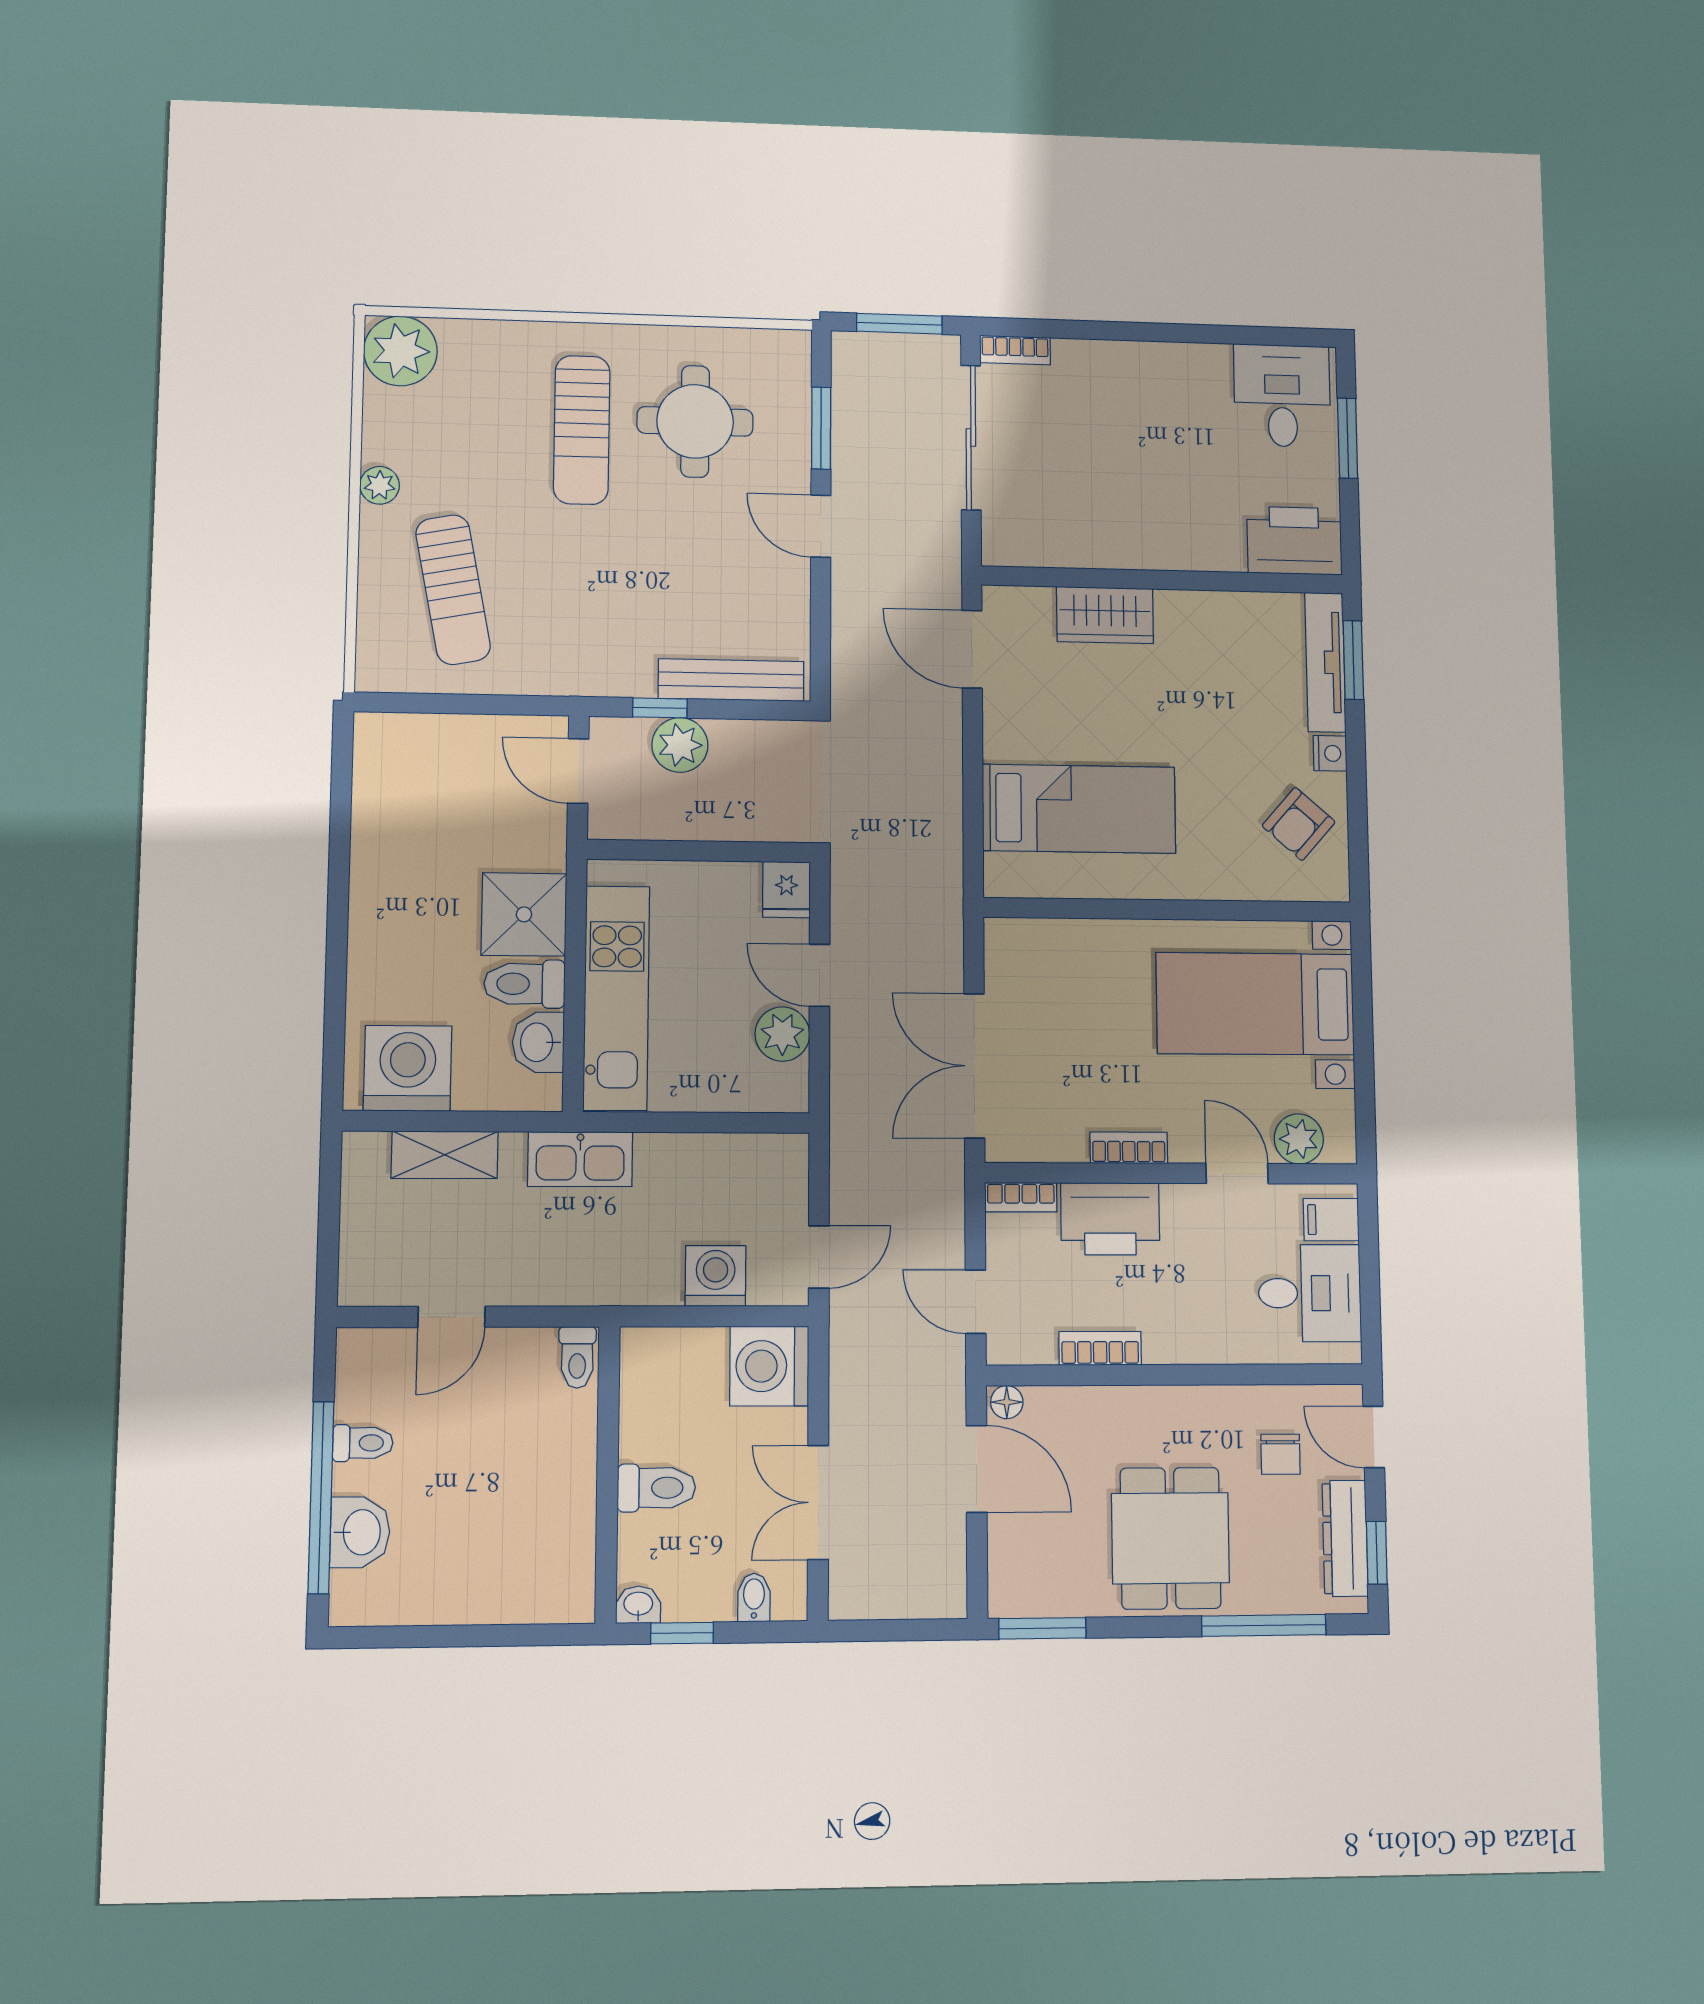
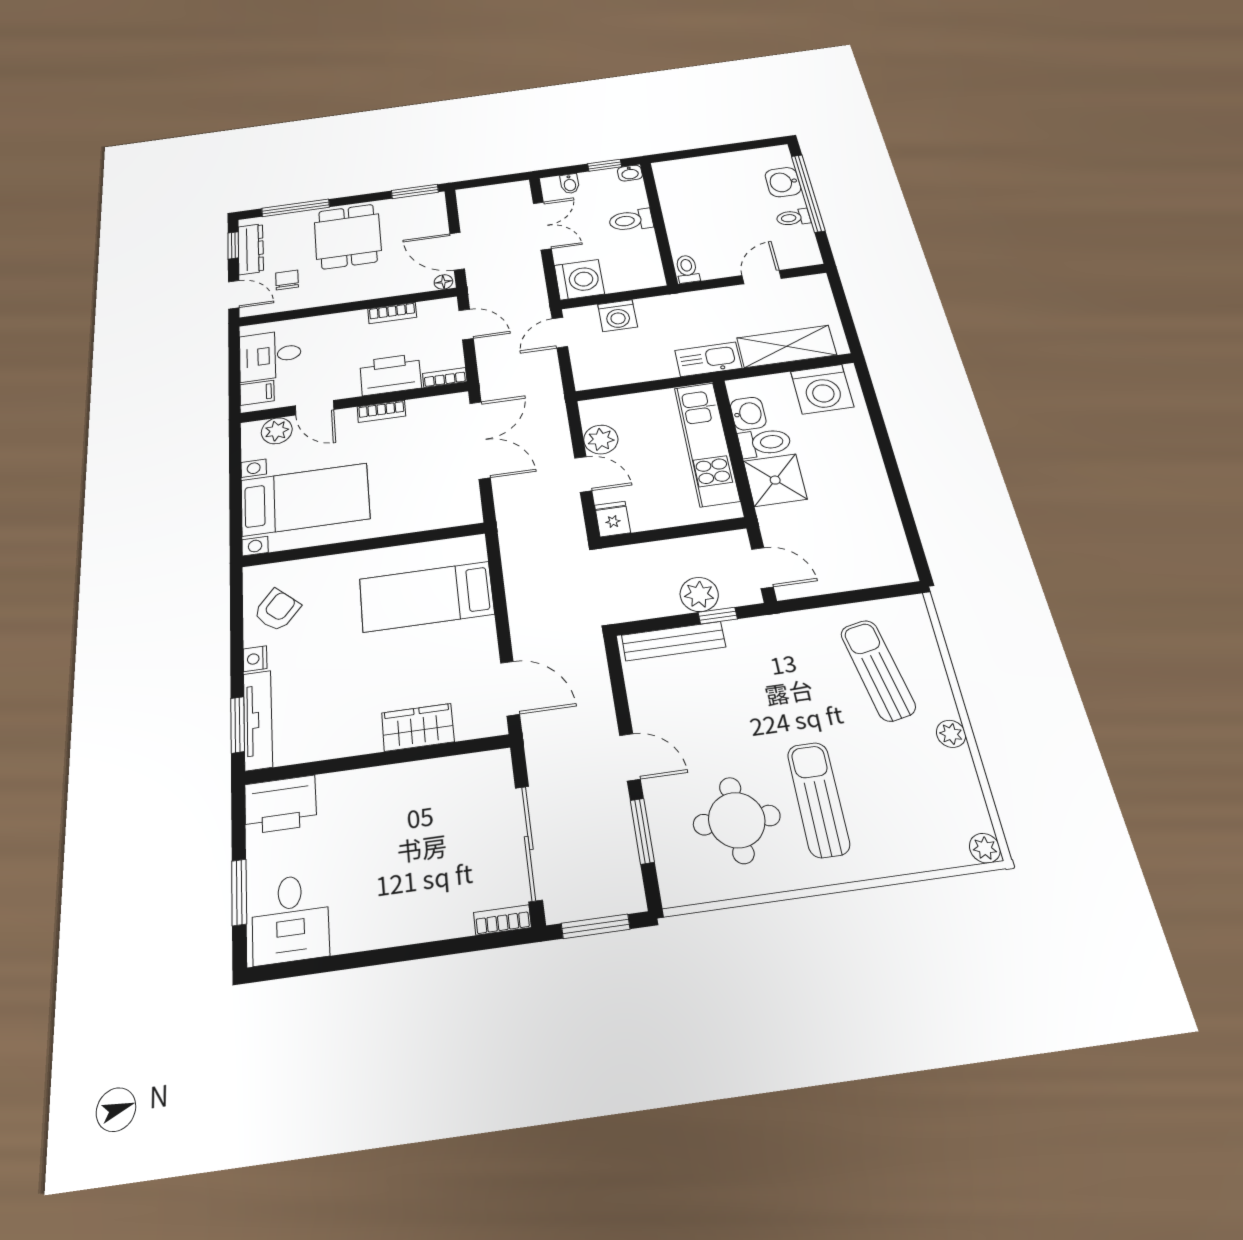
plant: (400, 351) -> (985, 848), width x0.53, depth x0.53
shelving: (445, 1155) -> (787, 346), width x1.50, depth x1.33

